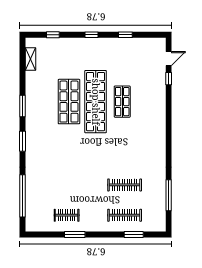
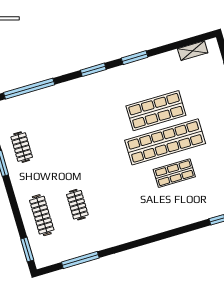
clothes rail: (125, 185) -> (77, 205), width x0.73
window: (134, 235) -> (27, 249), moved

